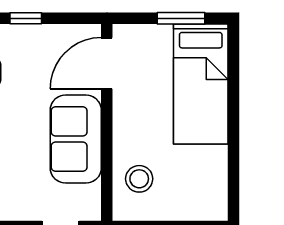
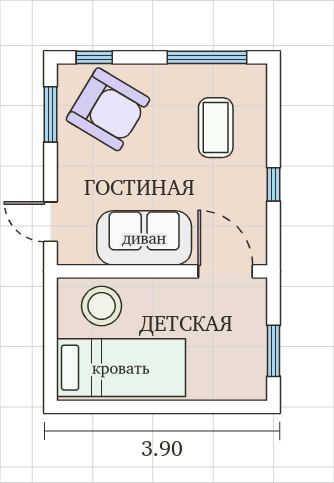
bed: (201, 84) -> (121, 368), moved, turned 180
stool: (139, 179) -> (102, 306), width x1.38, depth x1.38

